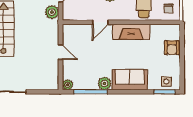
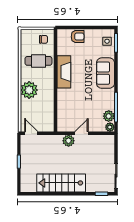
plant: (52, 12) -> (69, 141), moved
door: (100, 22) -> (56, 99), removed
plant: (105, 83) -> (109, 116), moved

